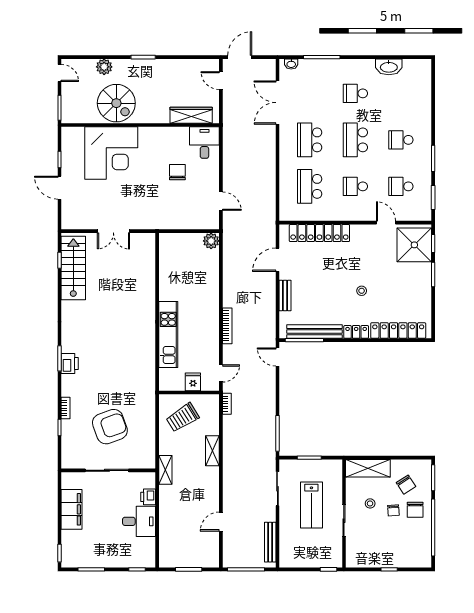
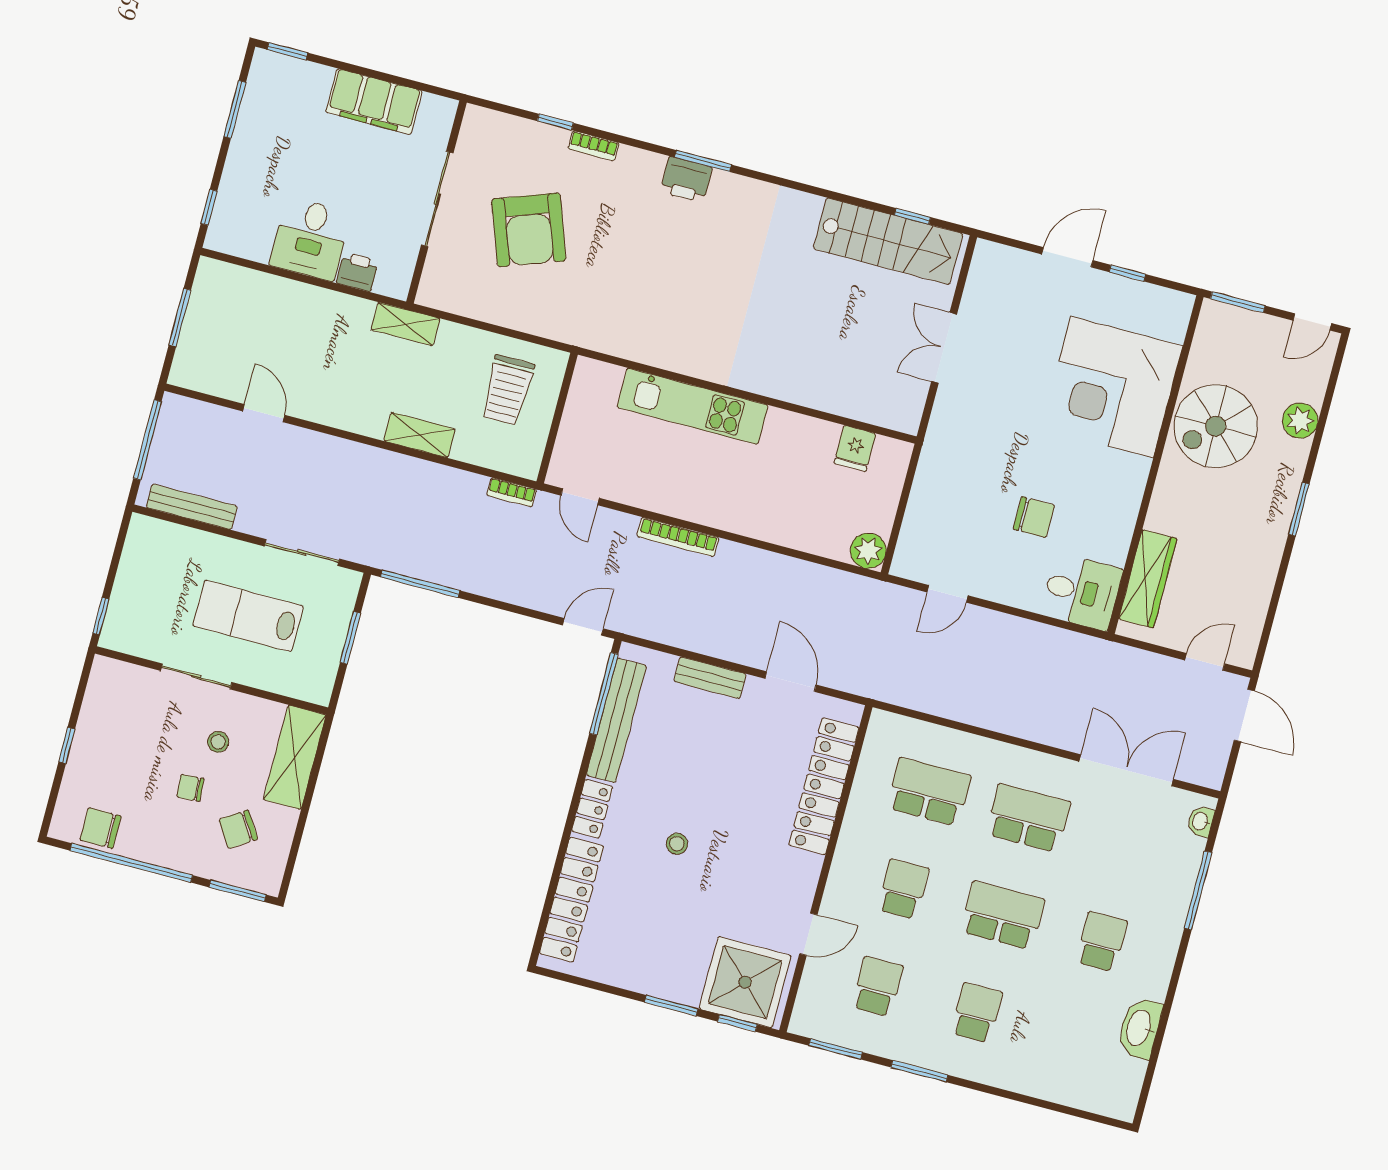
fridge: (193, 382) -> (855, 448), moved, turned 90
trolley: (183, 417) -> (507, 390), turned -148
chair: (415, 510) -> (100, 828), moved

